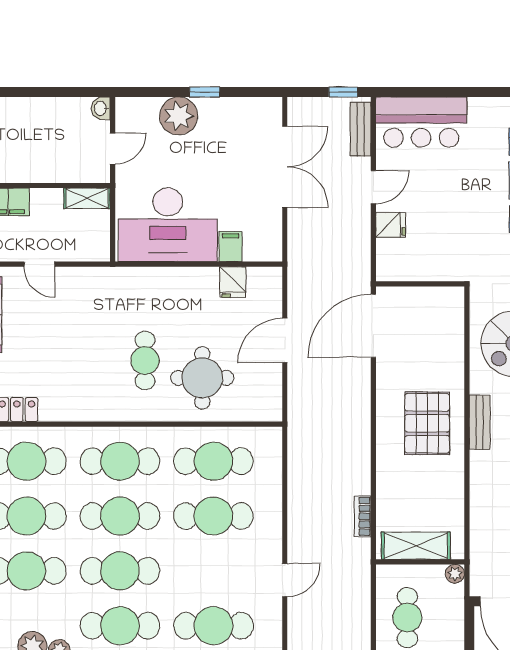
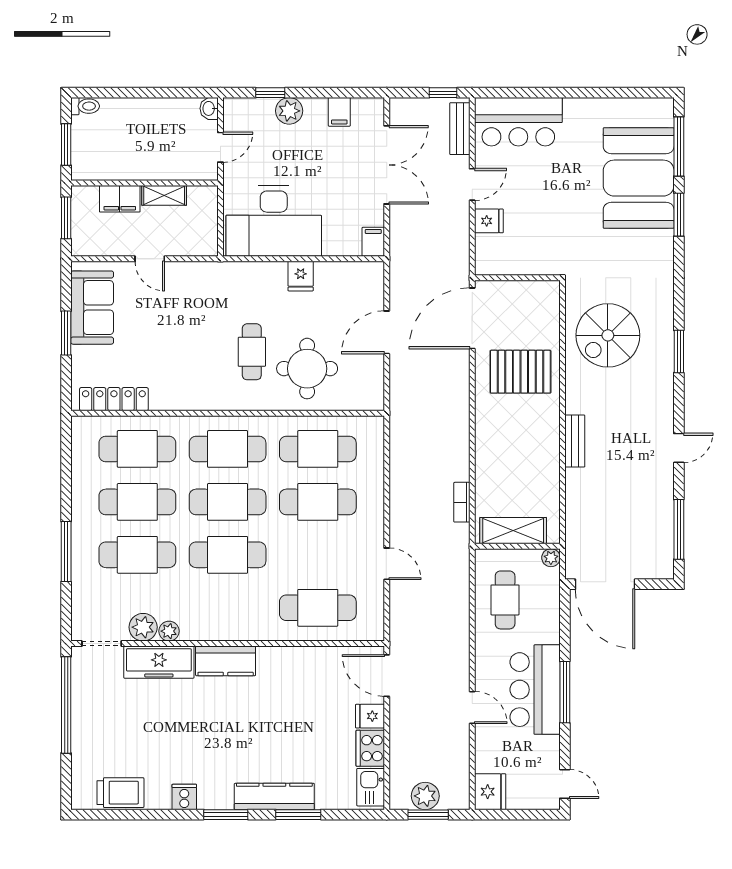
window: (205, 92) -> (270, 93), moved
filing cabinet: (236, 112) -> (339, 112), added
plant: (179, 116) -> (289, 111), width x0.73, depth x0.73
shelving: (87, 198) -> (164, 195), moved
filing cabinet: (231, 247) -> (373, 242), moved
fridge: (233, 282) -> (301, 276), moved
bench: (480, 422) -> (575, 441), moved
pallet: (427, 423) -> (520, 372), moved, turned 90
door: (285, 580) -> (387, 564), hinge flipped
cafe table: (120, 626) -> (228, 608), removed

